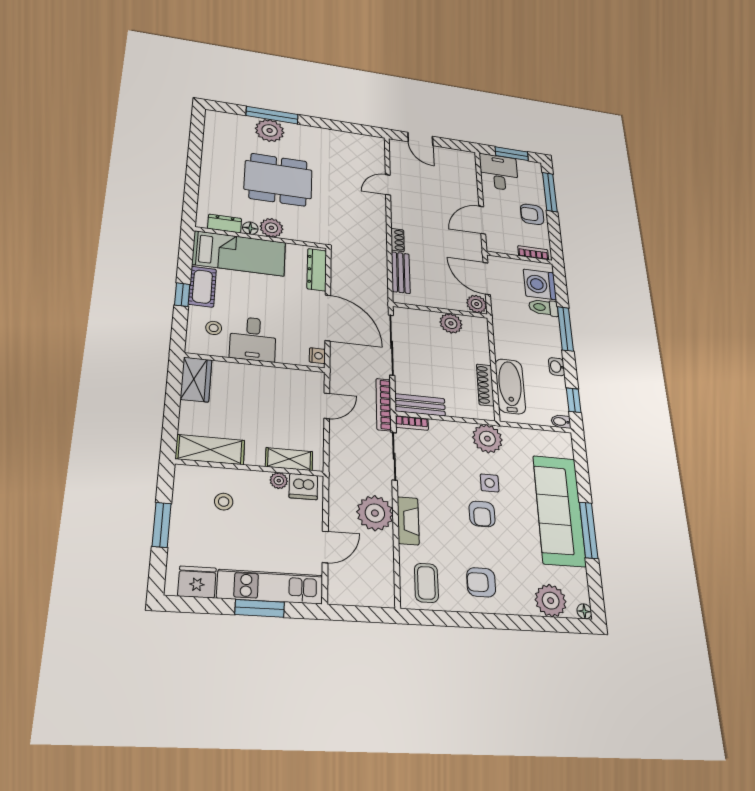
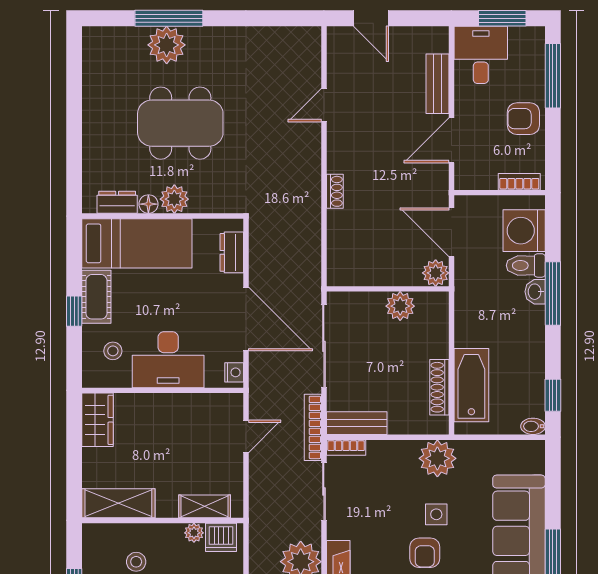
dresser: (317, 270) -> (232, 252), width x0.70
bench: (401, 273) -> (437, 84), moved
desk: (253, 339) -> (168, 360), width x1.37
washbasin: (557, 367) -> (535, 292), moved

